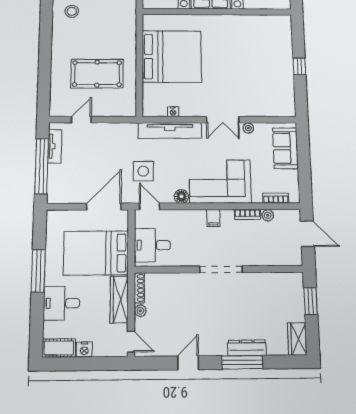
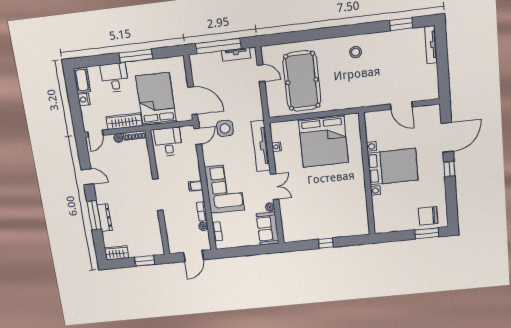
pool table: (97, 74) -> (302, 81), width x1.36, depth x1.32
double door: (223, 120) -> (274, 187), swing flipped
sofa: (285, 148) -> (268, 229), moved, turned -90
floor lamp: (181, 196) -> (209, 160), removed

